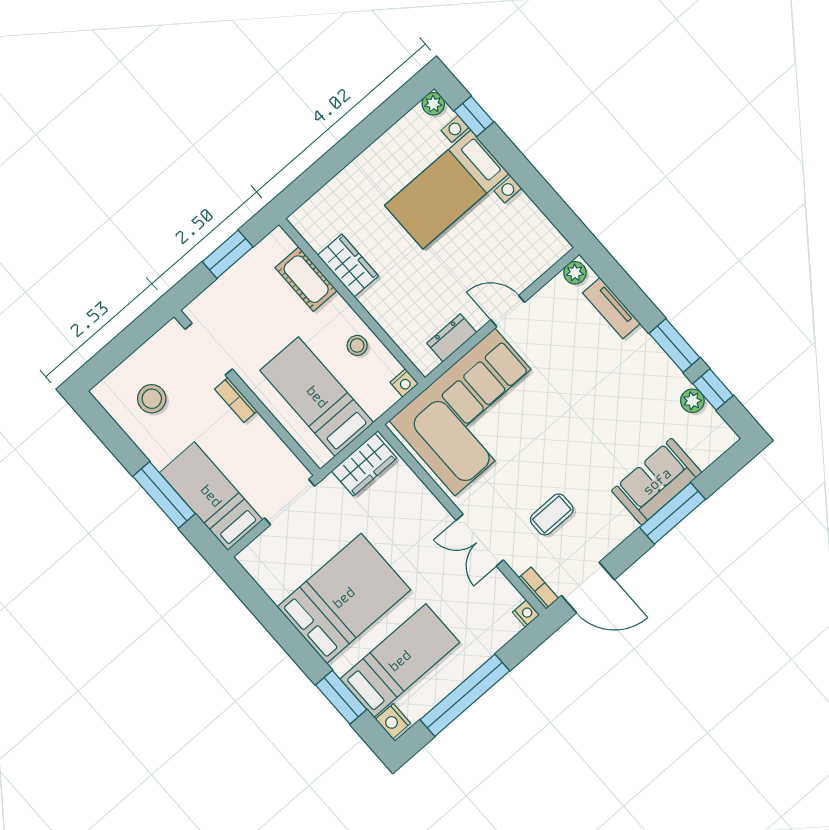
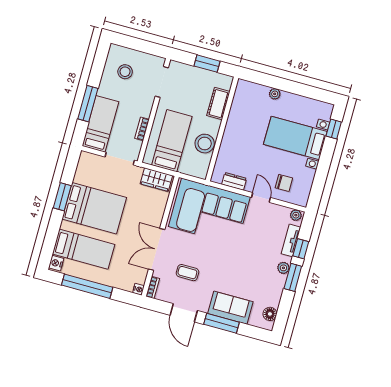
plant: (433, 104) -> (275, 94), moved
chair: (509, 257) -> (284, 183), added
wardrobe: (348, 266) -> (236, 117), removed
stool: (357, 345) -> (205, 144), width x1.89, depth x1.89
nightstand: (404, 383) -> (202, 174), removed
window: (713, 389) -> (301, 249), moved
bookcase: (236, 400) -> (142, 129), moved
plant: (692, 401) -> (283, 268), moved
floor lamp: (710, 423) -> (270, 314), added
double door: (480, 540) -> (157, 249), width x1.37
door: (588, 588) -> (184, 313), moved
window: (341, 697) -> (62, 197), moved

